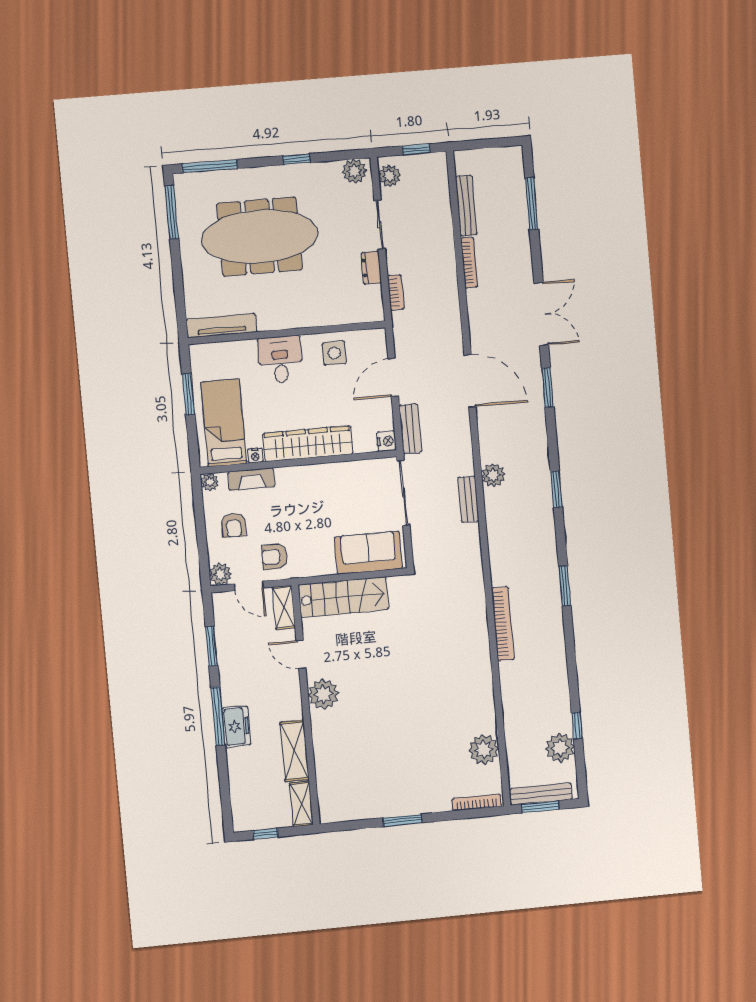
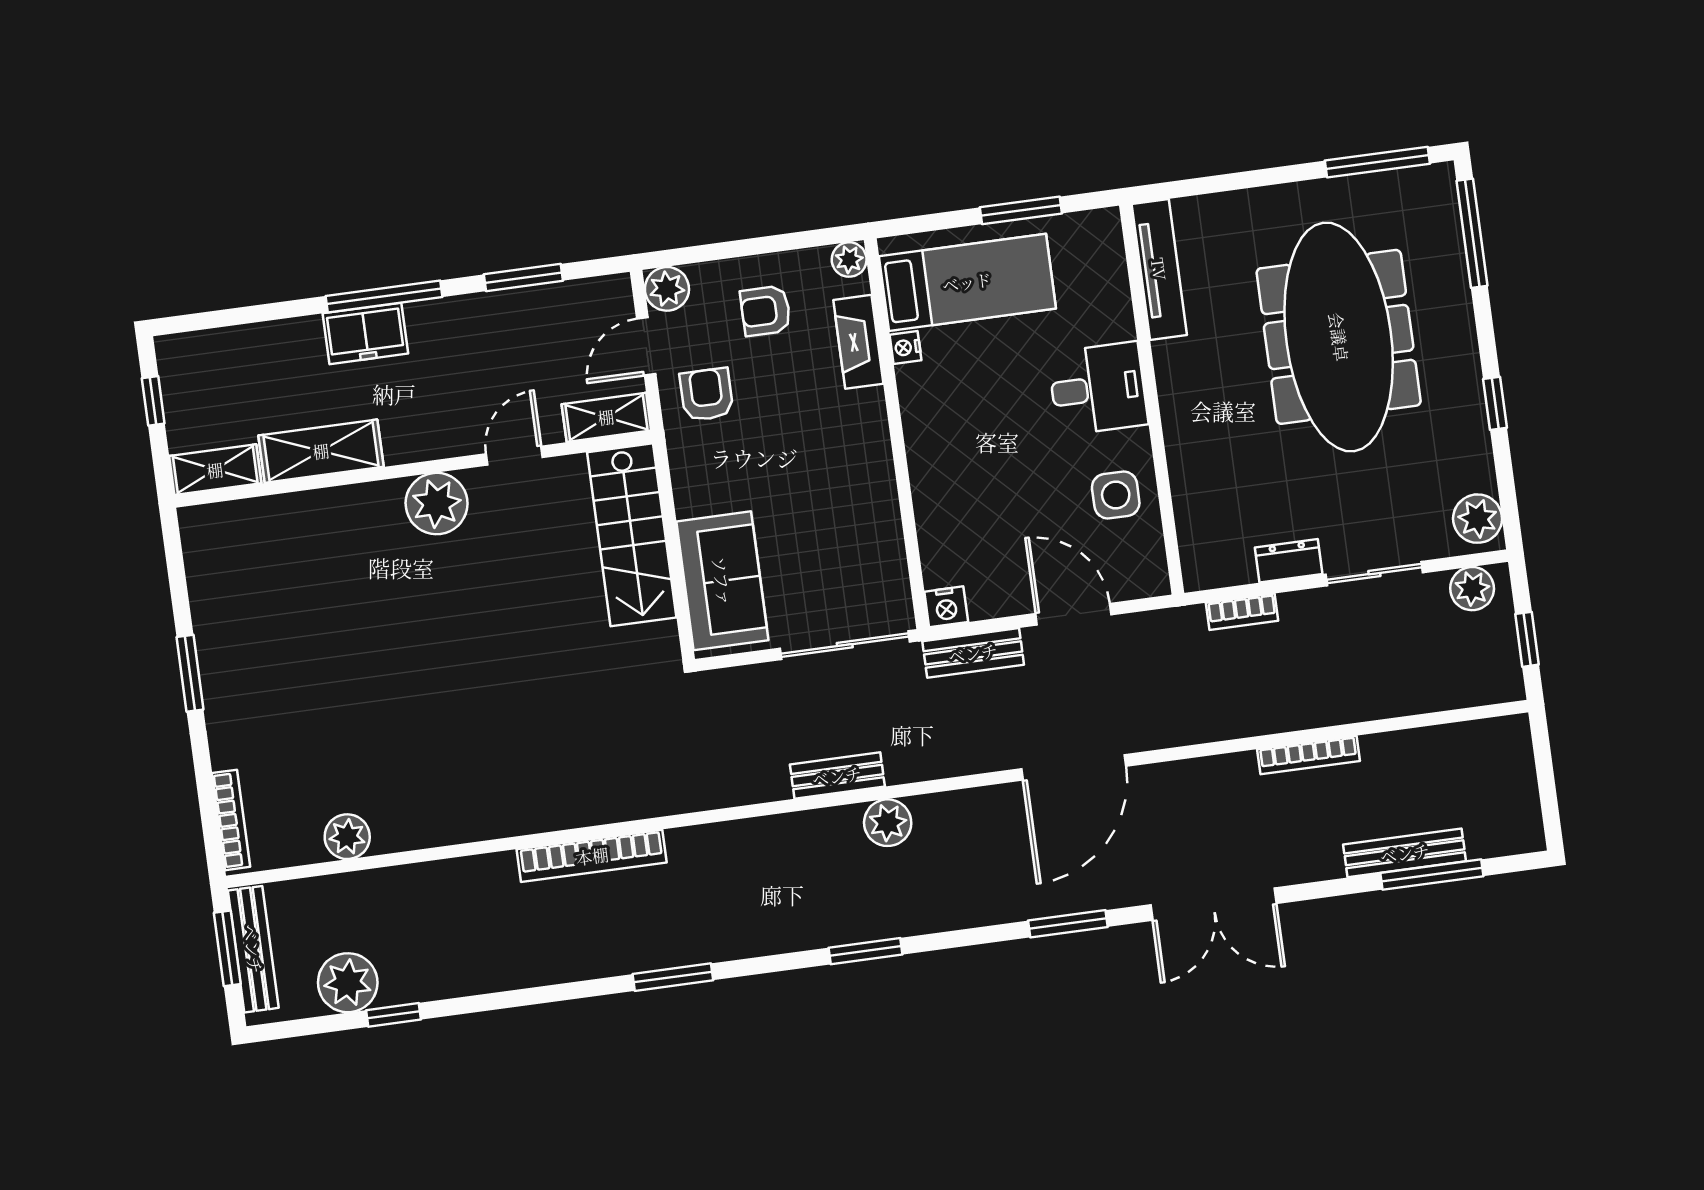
bench: (466, 206) -> (1405, 853), moved
wardrobe: (308, 444) -> (934, 451), removed
plant: (484, 750) -> (347, 837), width x0.73, depth x0.73

